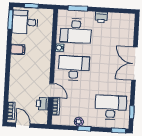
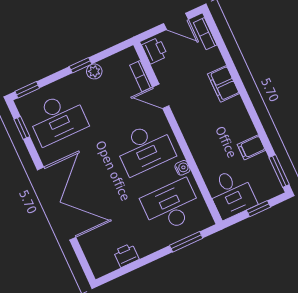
printer: (101, 17) -> (126, 255), moved
desk: (25, 22) -> (231, 193), moved, turned 90
filing cabinet: (18, 49) -> (251, 147), moved
double door: (134, 64) -> (57, 204), width x1.36
filing cabinet: (15, 80) -> (223, 84), added
printer: (43, 104) -> (155, 51), moved

